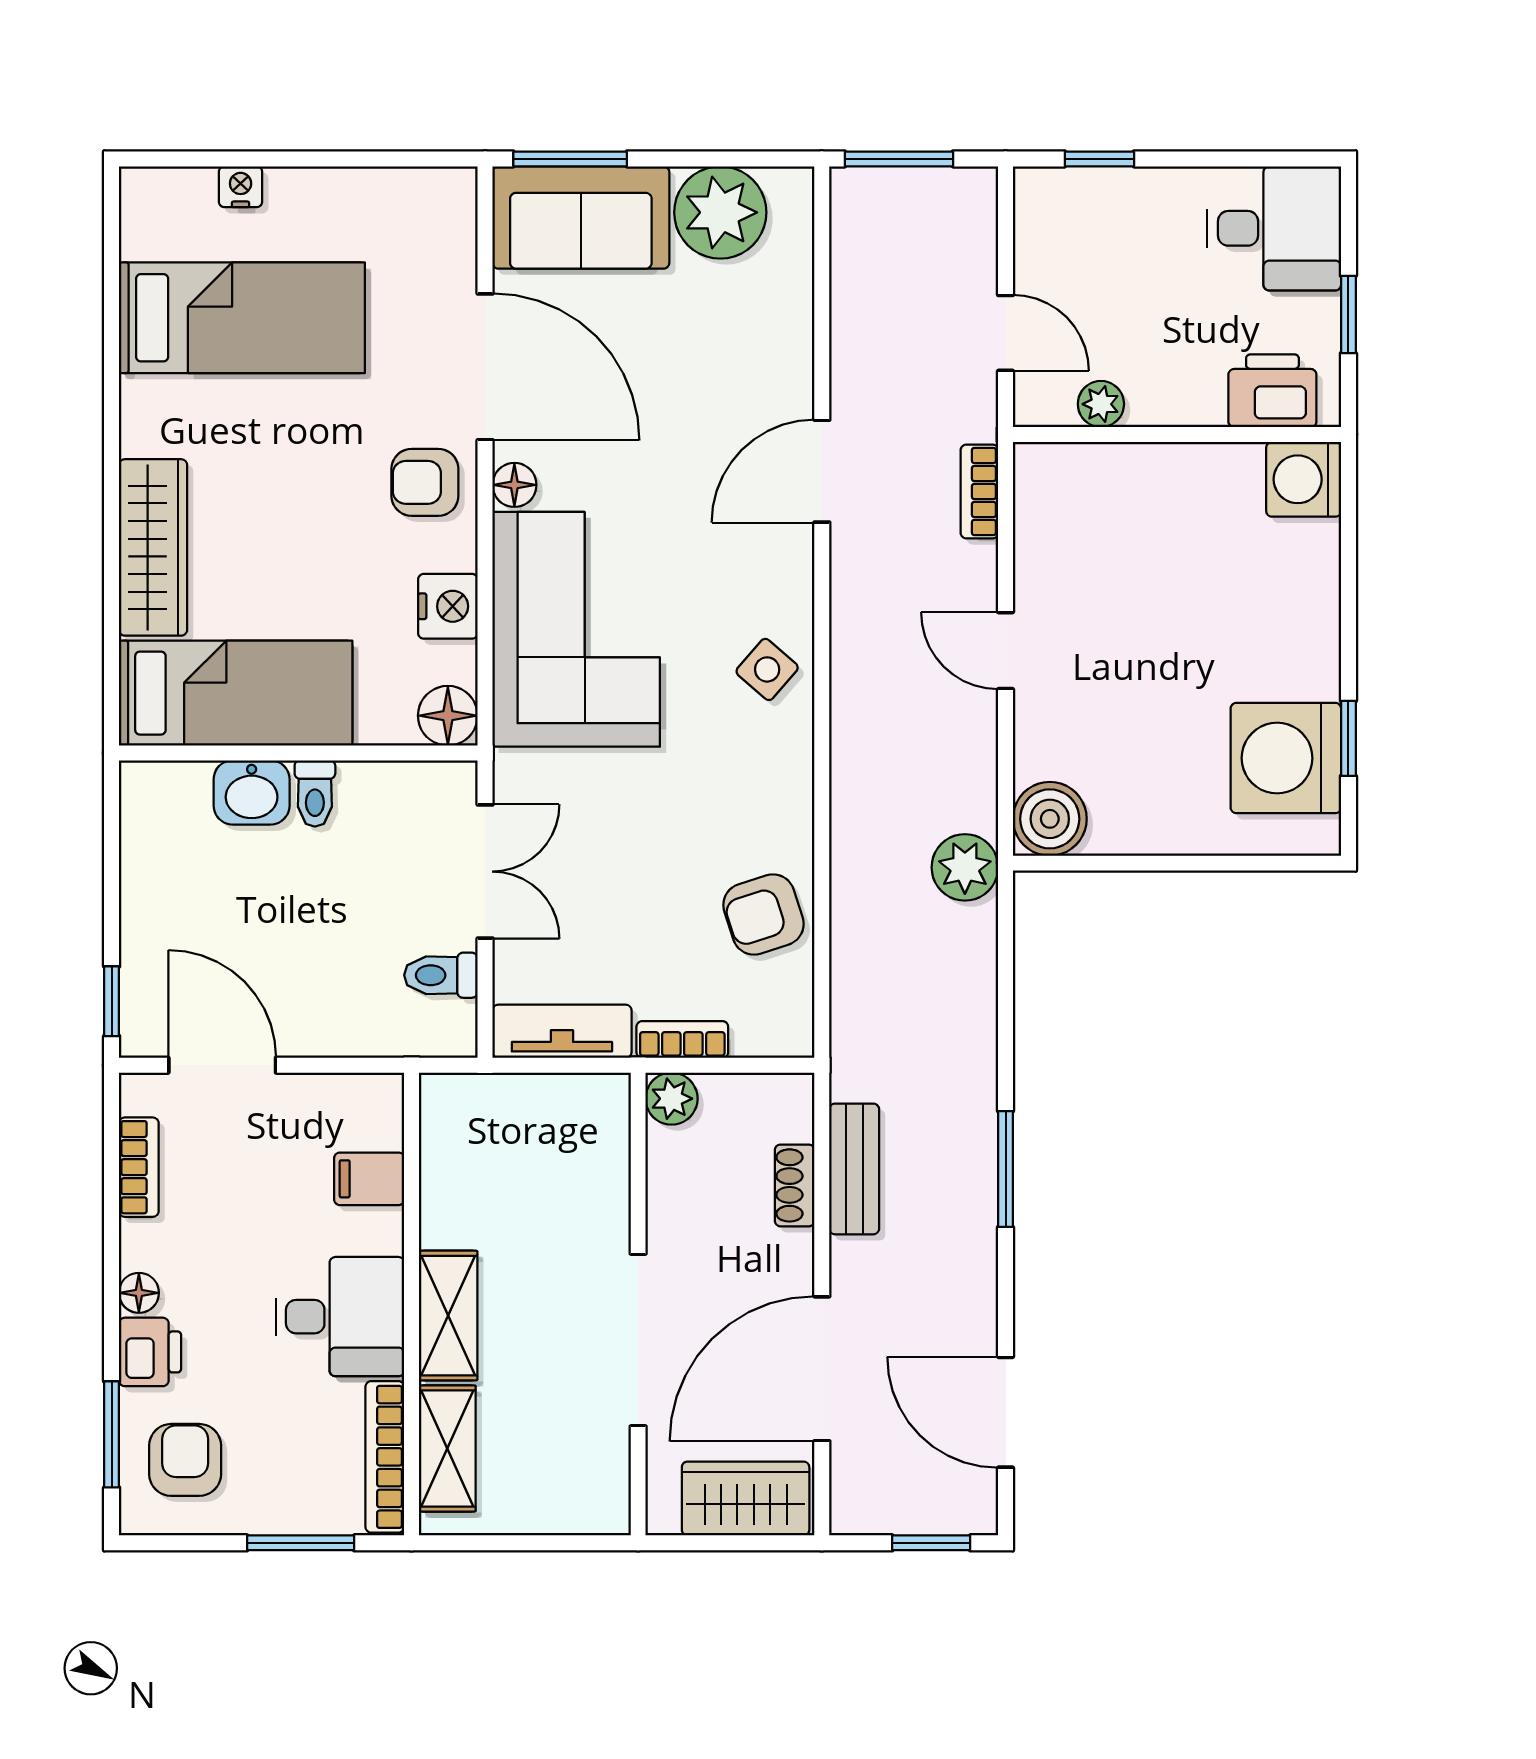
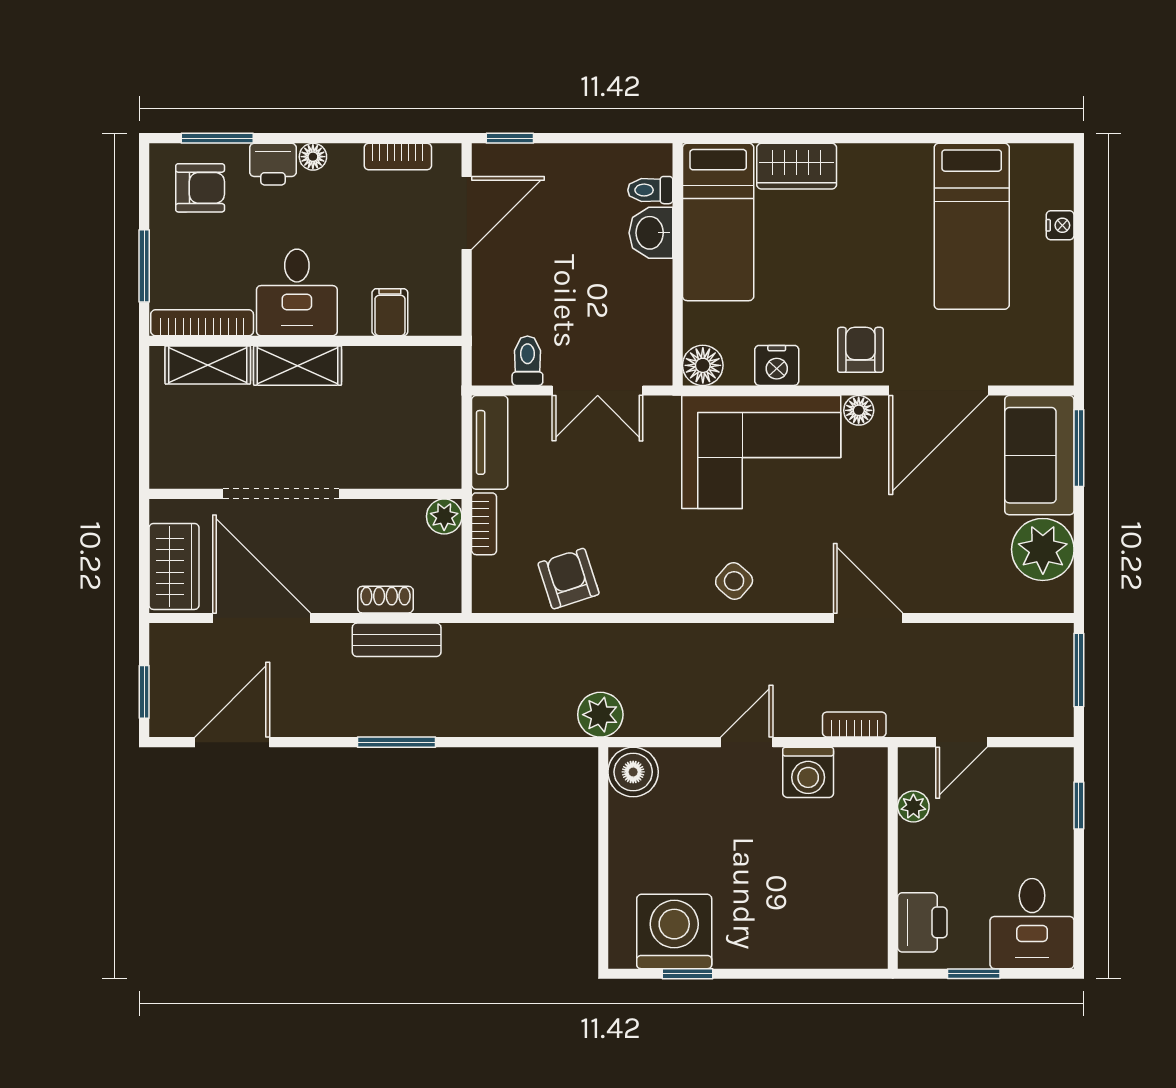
washing machine: (1304, 479) -> (808, 772), moved, turned 180
wardrobe: (153, 547) -> (797, 166), width x0.67
toilet: (315, 793) -> (650, 190), moved

